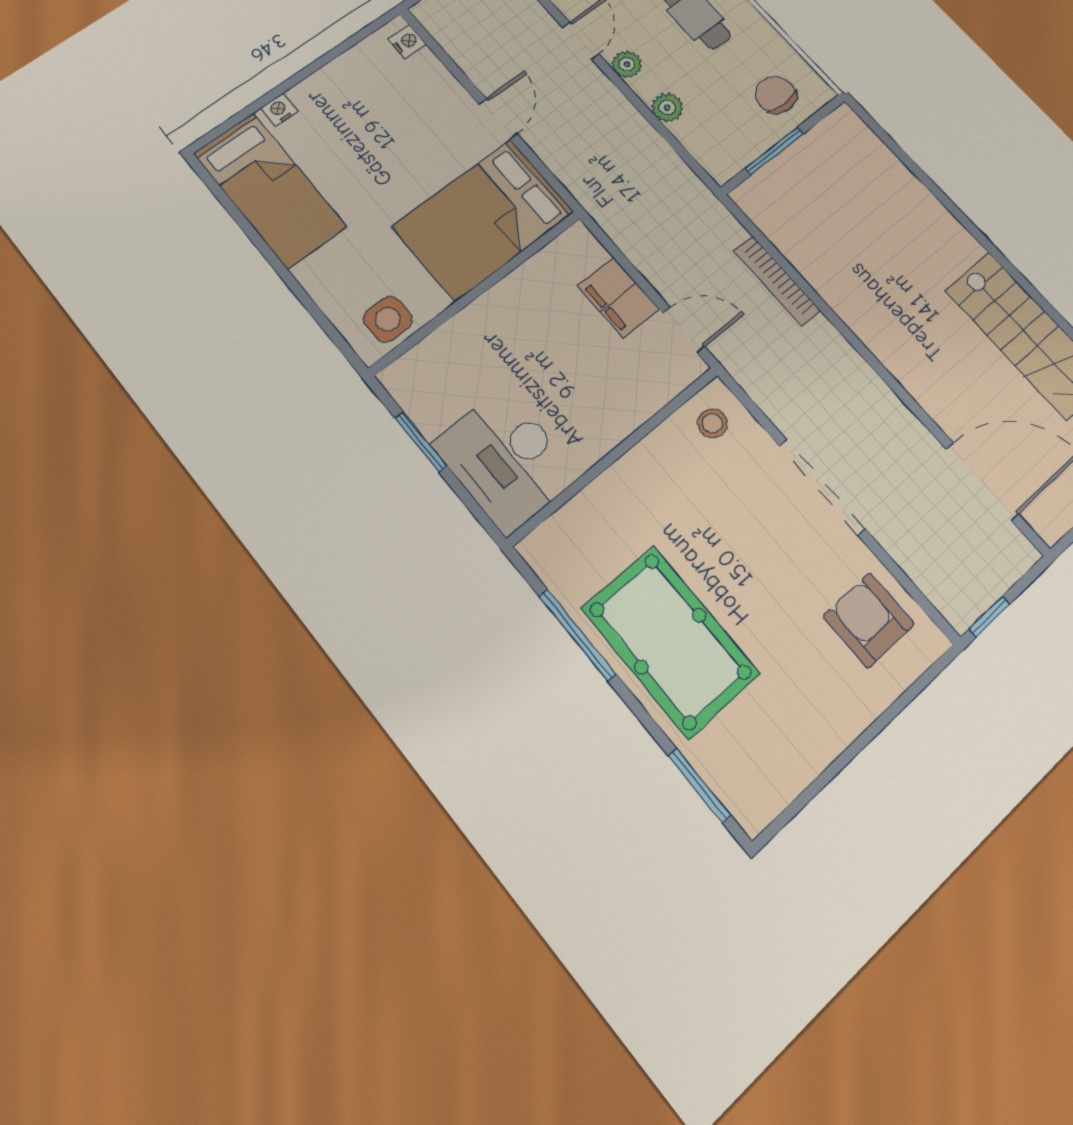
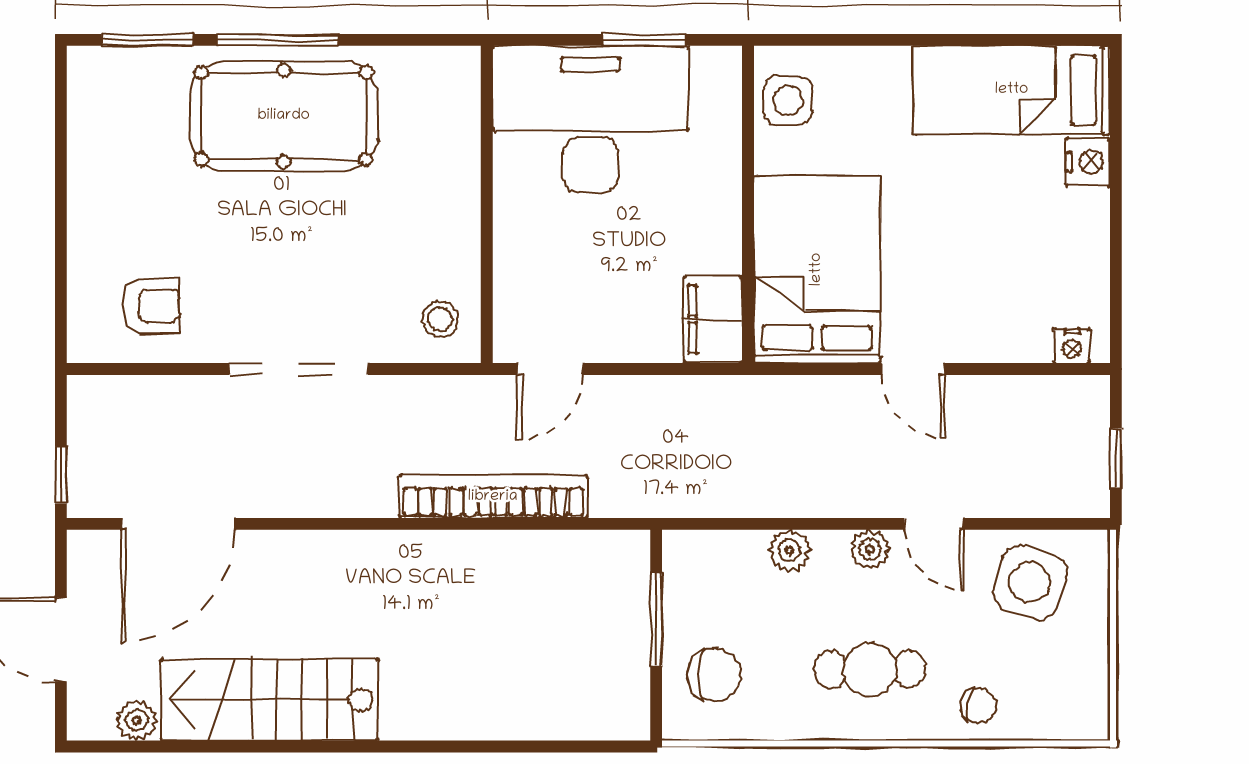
nightstand: (279, 110) -> (1088, 162), width x1.39, depth x1.35
bookcase: (777, 281) -> (493, 497), width x1.48, depth x1.31
filing cabinet: (618, 297) -> (713, 319), moved, turned -90
desk: (505, 460) -> (591, 119), width x1.36, depth x1.30
window: (989, 616) -> (61, 475), moved
armchair: (869, 620) -> (151, 306), width x0.72, depth x0.72
window: (577, 635) -> (278, 40), moved

